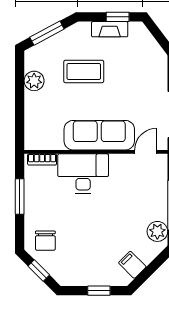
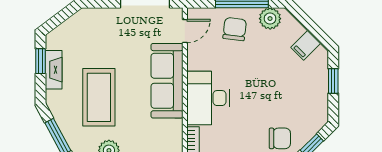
coffee table: (84, 71) -> (99, 97), width x1.36, depth x1.32
door: (146, 152) -> (185, 31), swing flipped
chair: (148, 198) -> (235, 29), added

